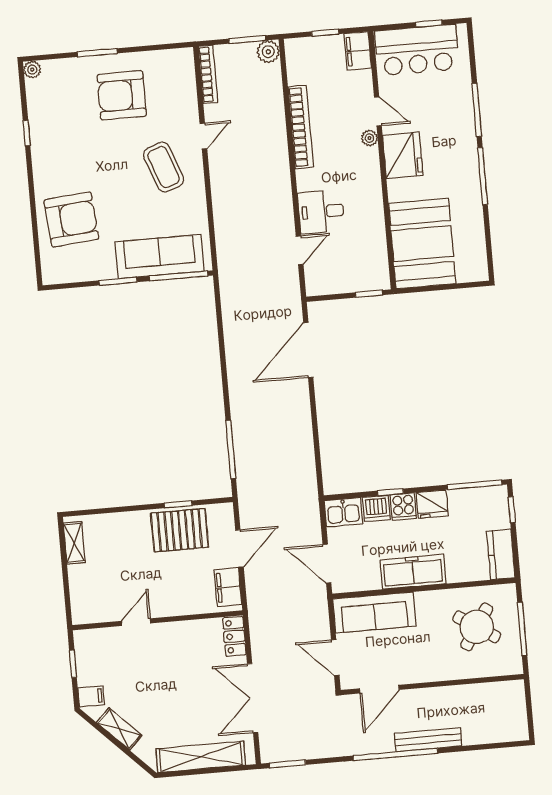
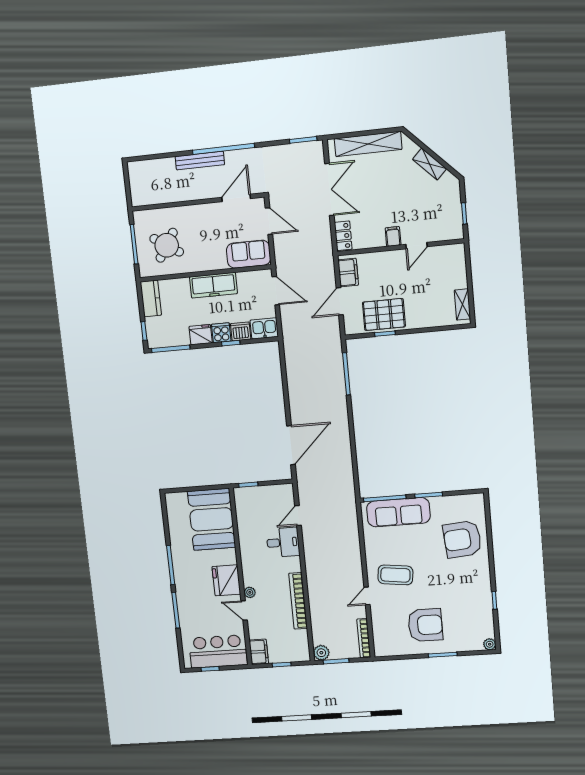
coffee table: (164, 167) -> (395, 575), turned -63
sofa: (374, 612) -> (248, 254), width x0.73
filing cabinet: (91, 696) -> (393, 236), moved, turned 90

